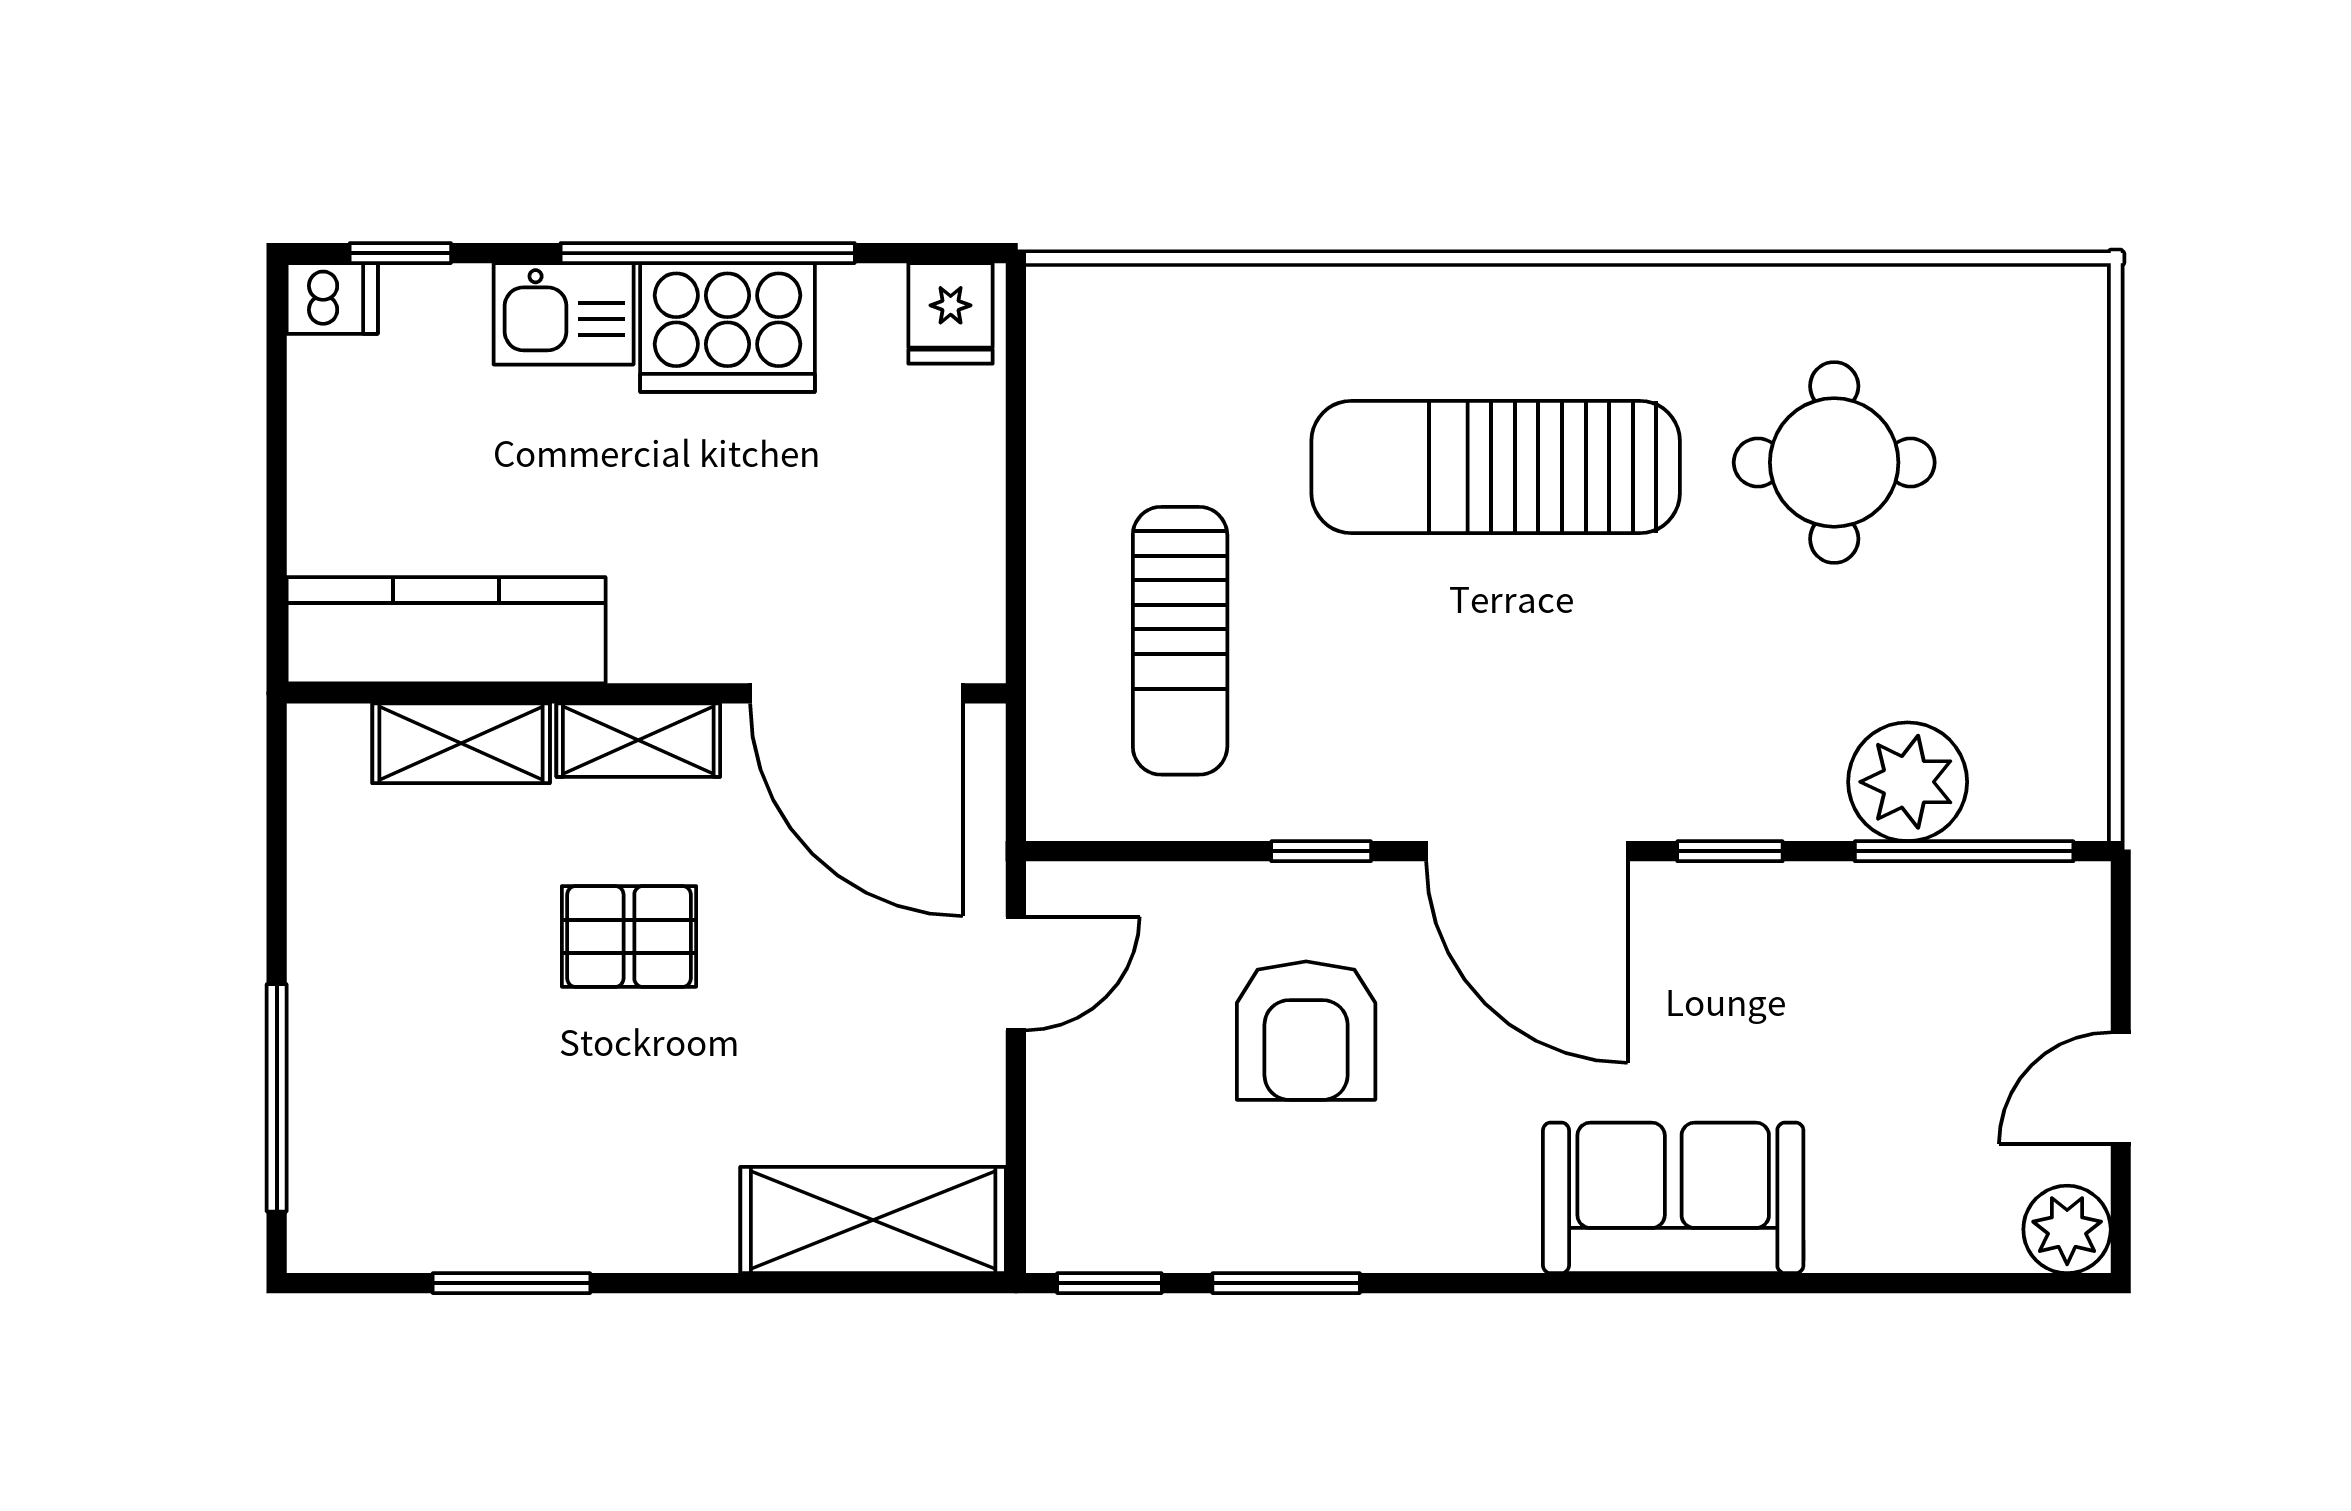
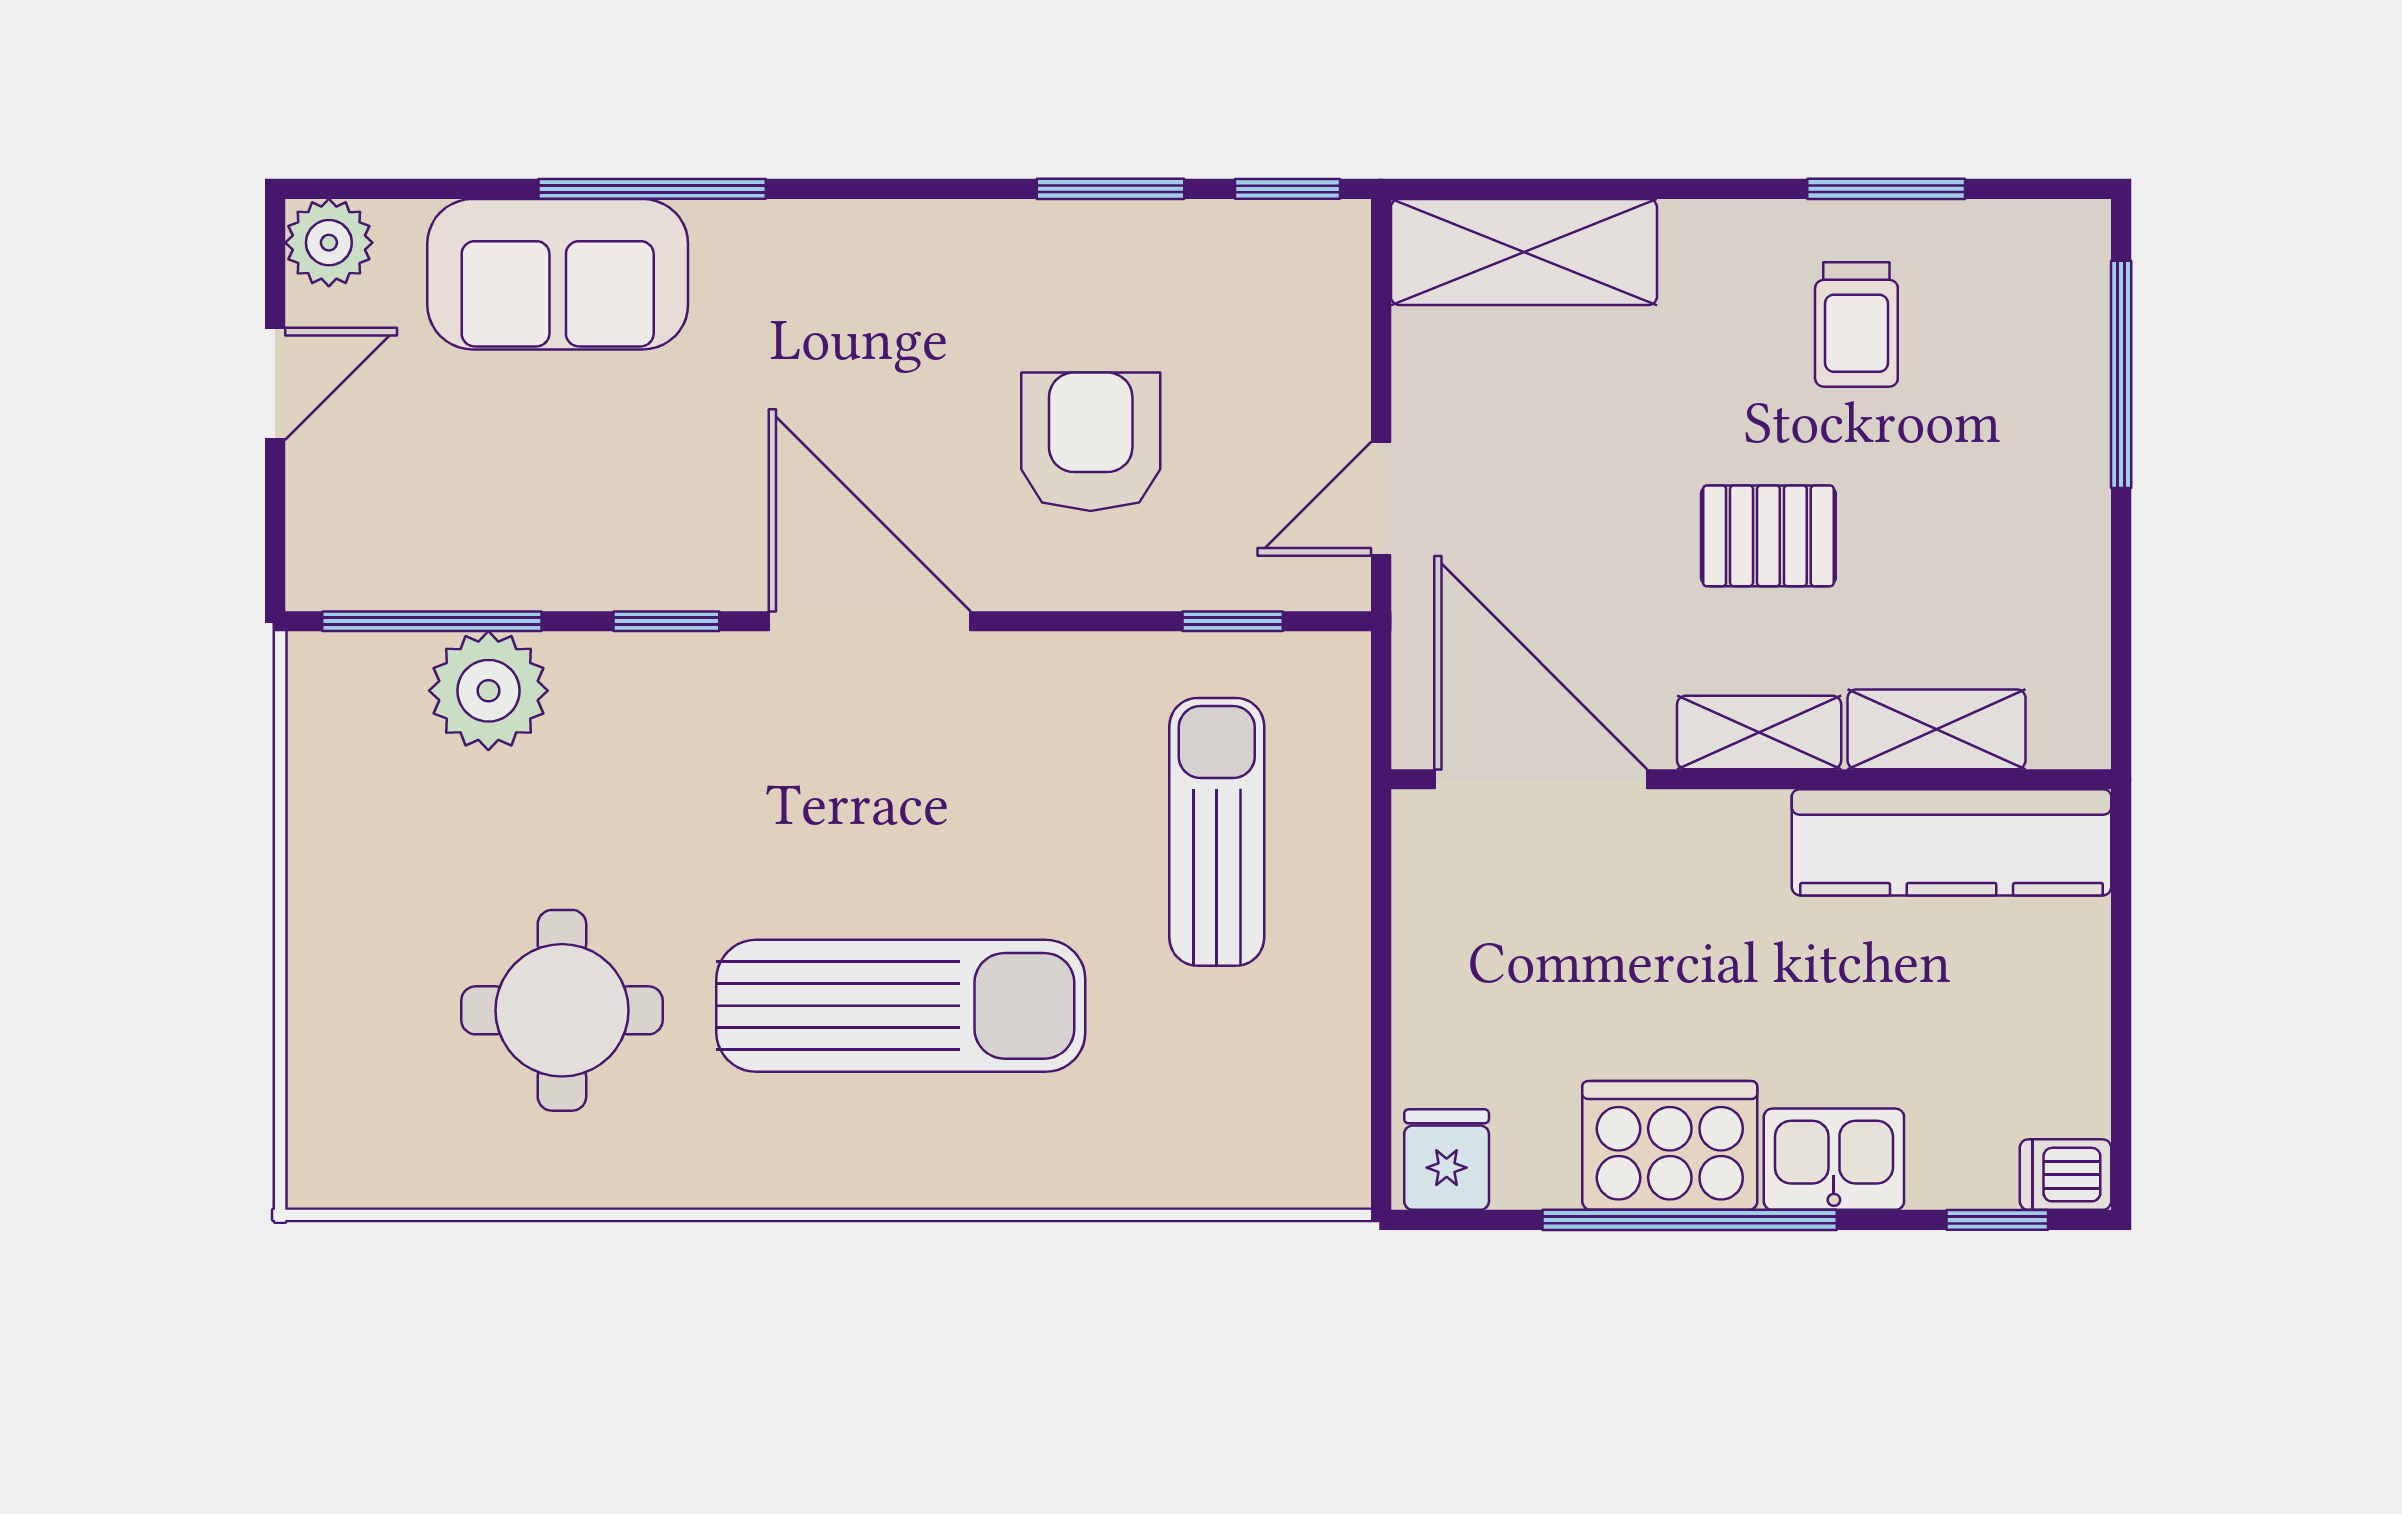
window: (1321, 851) -> (1233, 621), moved
trolley: (541, 1148) -> (1856, 325), added
sofa: (1673, 1198) -> (558, 274), moved
window: (1744, 1283) -> (652, 189), added

